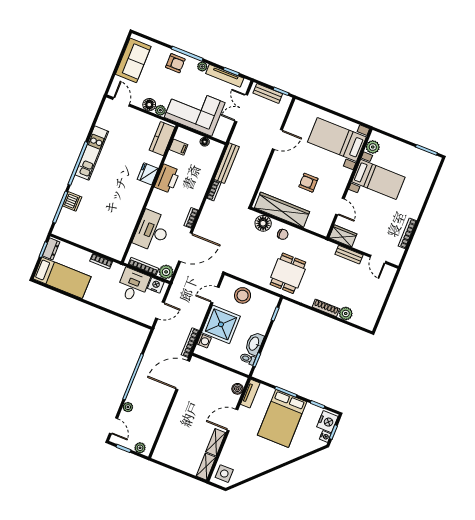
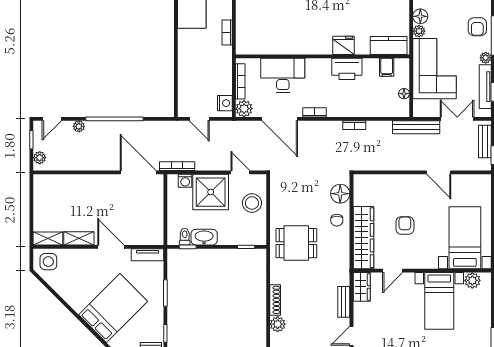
bench: (227, 163) -> (416, 127), moved
wardrobe: (282, 210) -> (363, 238), moved
desk: (133, 285) -> (215, 78), removed
boiler: (237, 389) -> (147, 239), removed
bed: (282, 418) -> (113, 308), moved, turned 135

